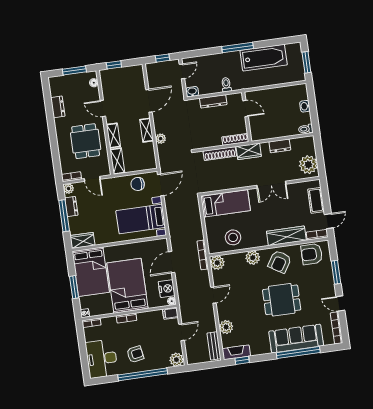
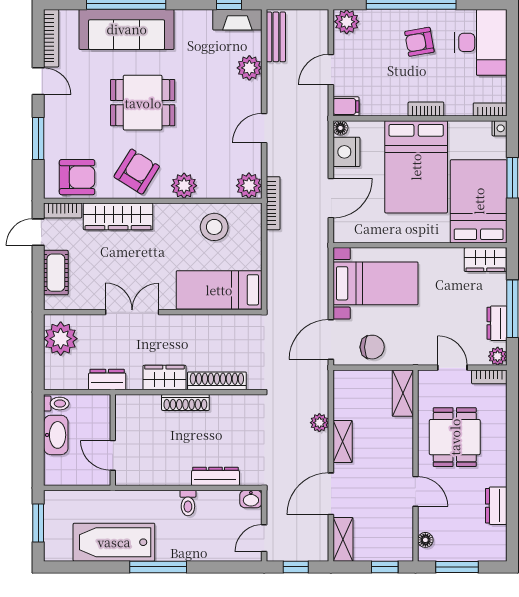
washbasin: (305, 106) -> (56, 435), width x1.91, depth x1.45
door: (245, 108) -> (113, 455), moved
wall: (247, 117) -> (113, 440), moved
shelving: (113, 136) -> (343, 539), moved

